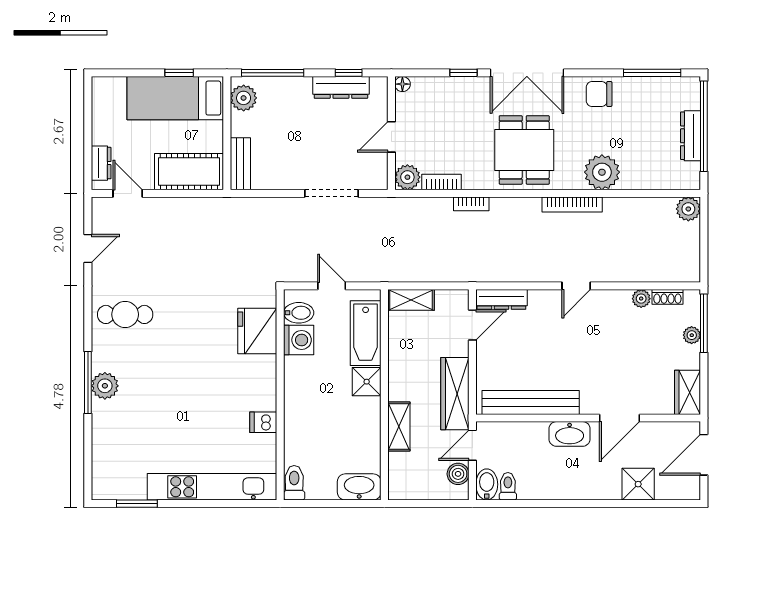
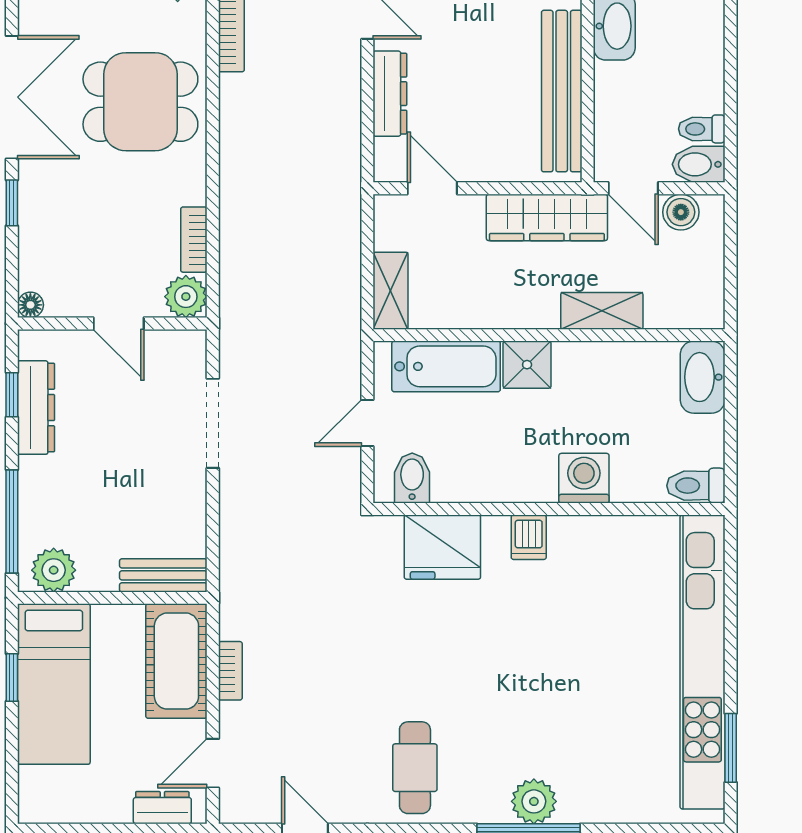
bookcase: (471, 204) -> (230, 671), moved
dresser: (501, 299) -> (390, 94), moved
washing machine: (299, 340) -> (584, 478), moved
dishwasher: (263, 422) -> (529, 537), moved
kitchen unit: (212, 487) -> (702, 662), width x1.36

